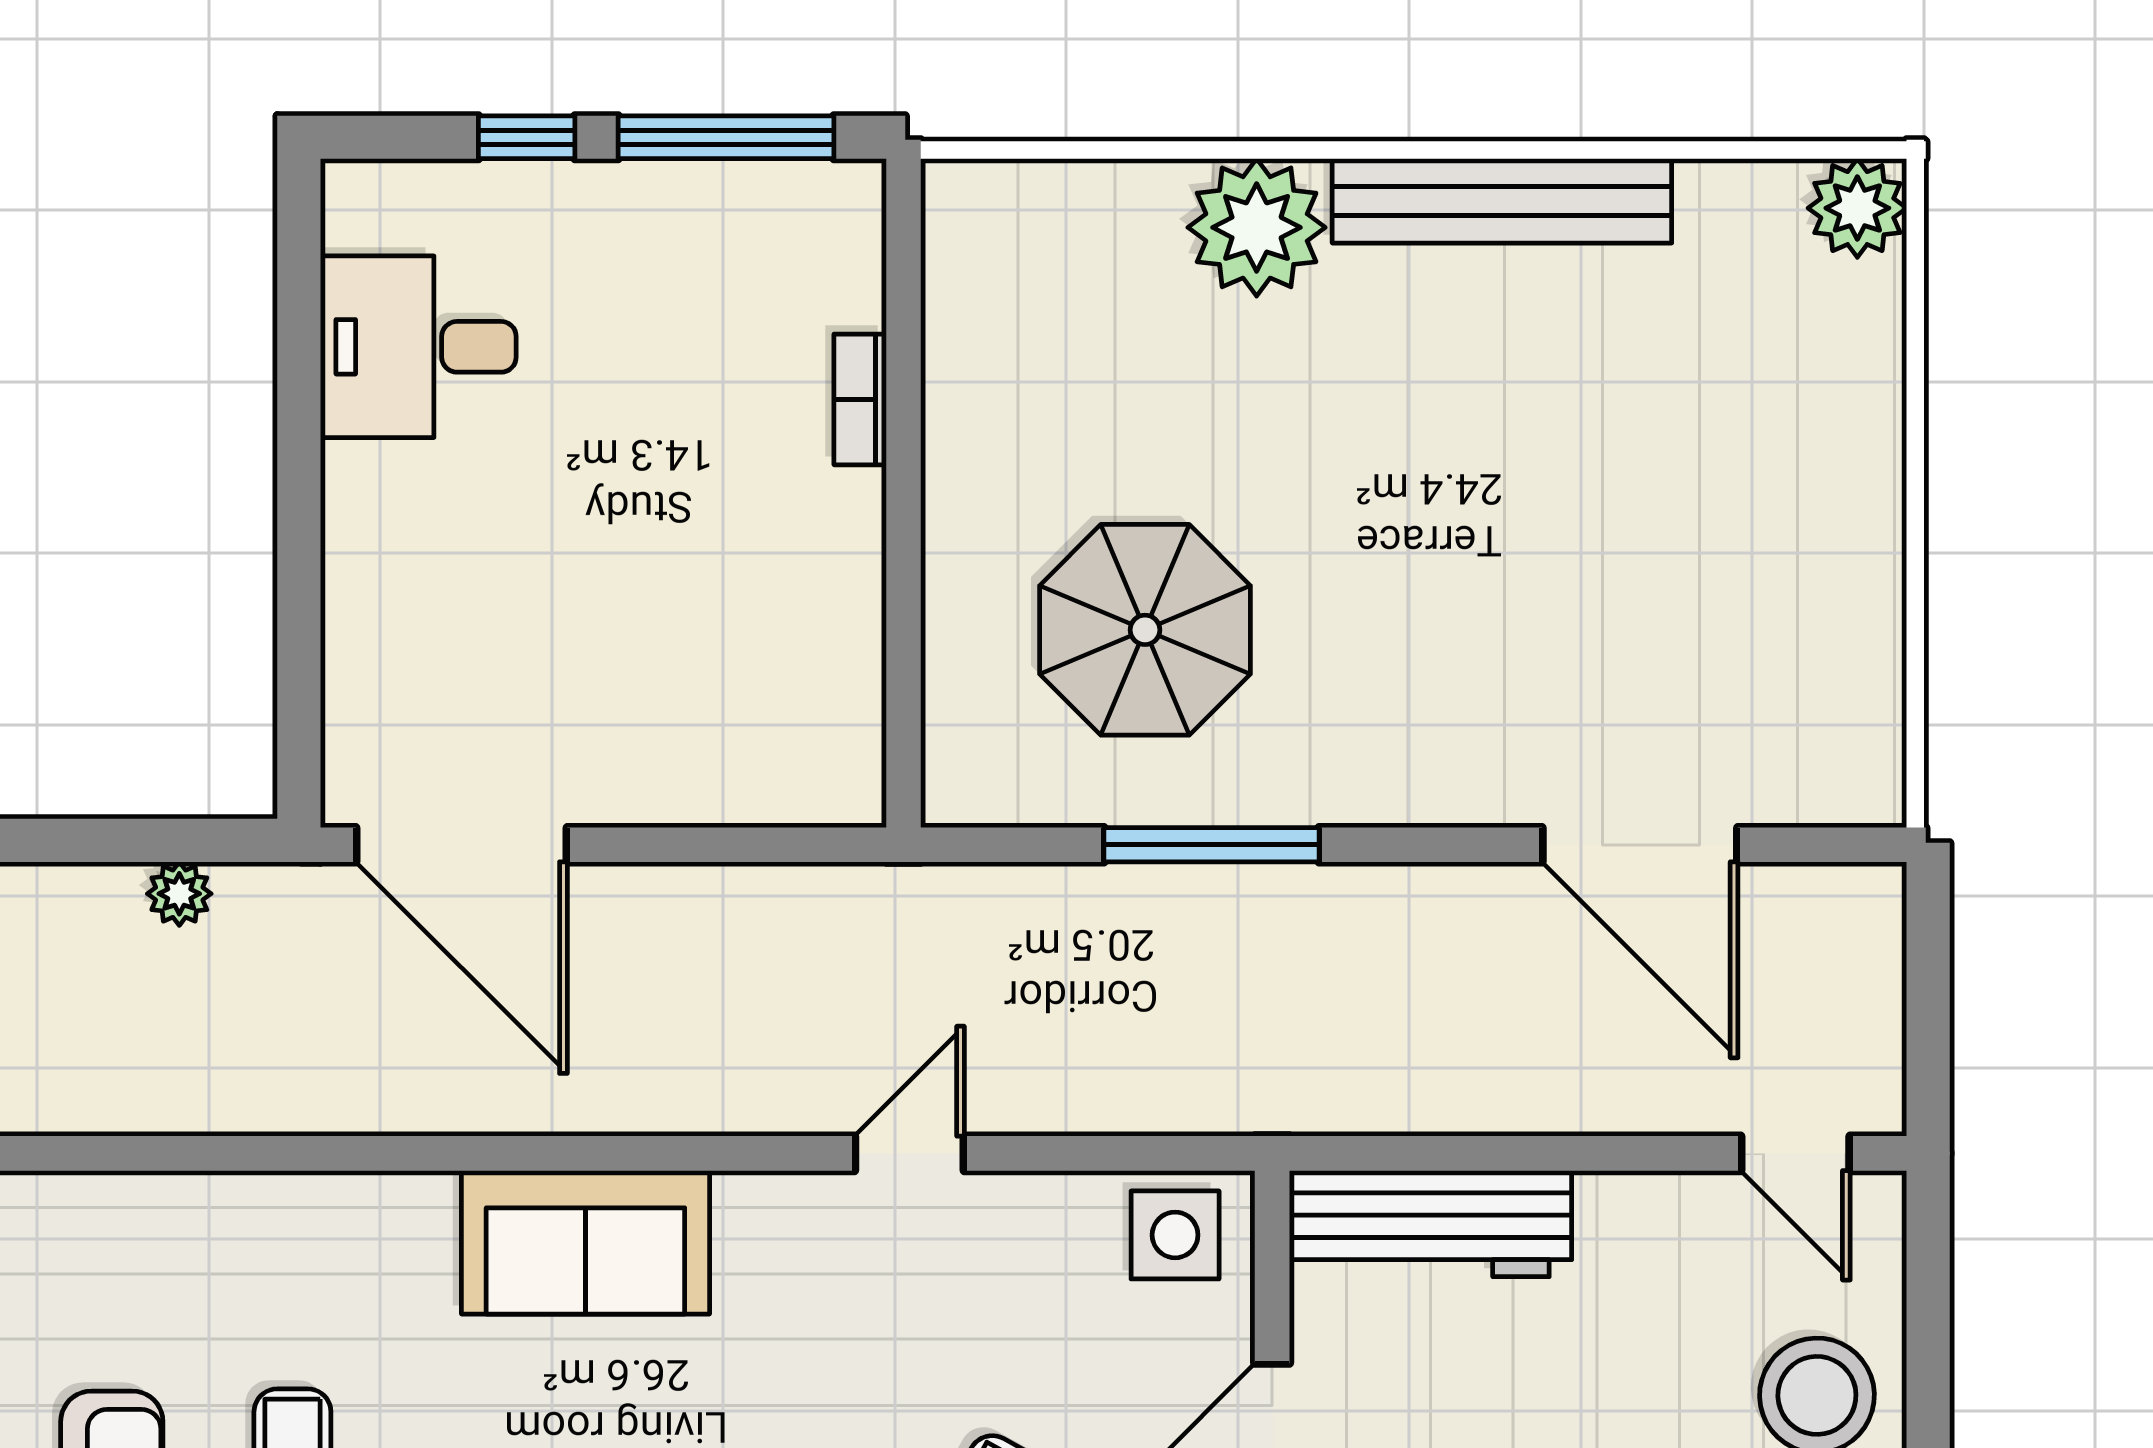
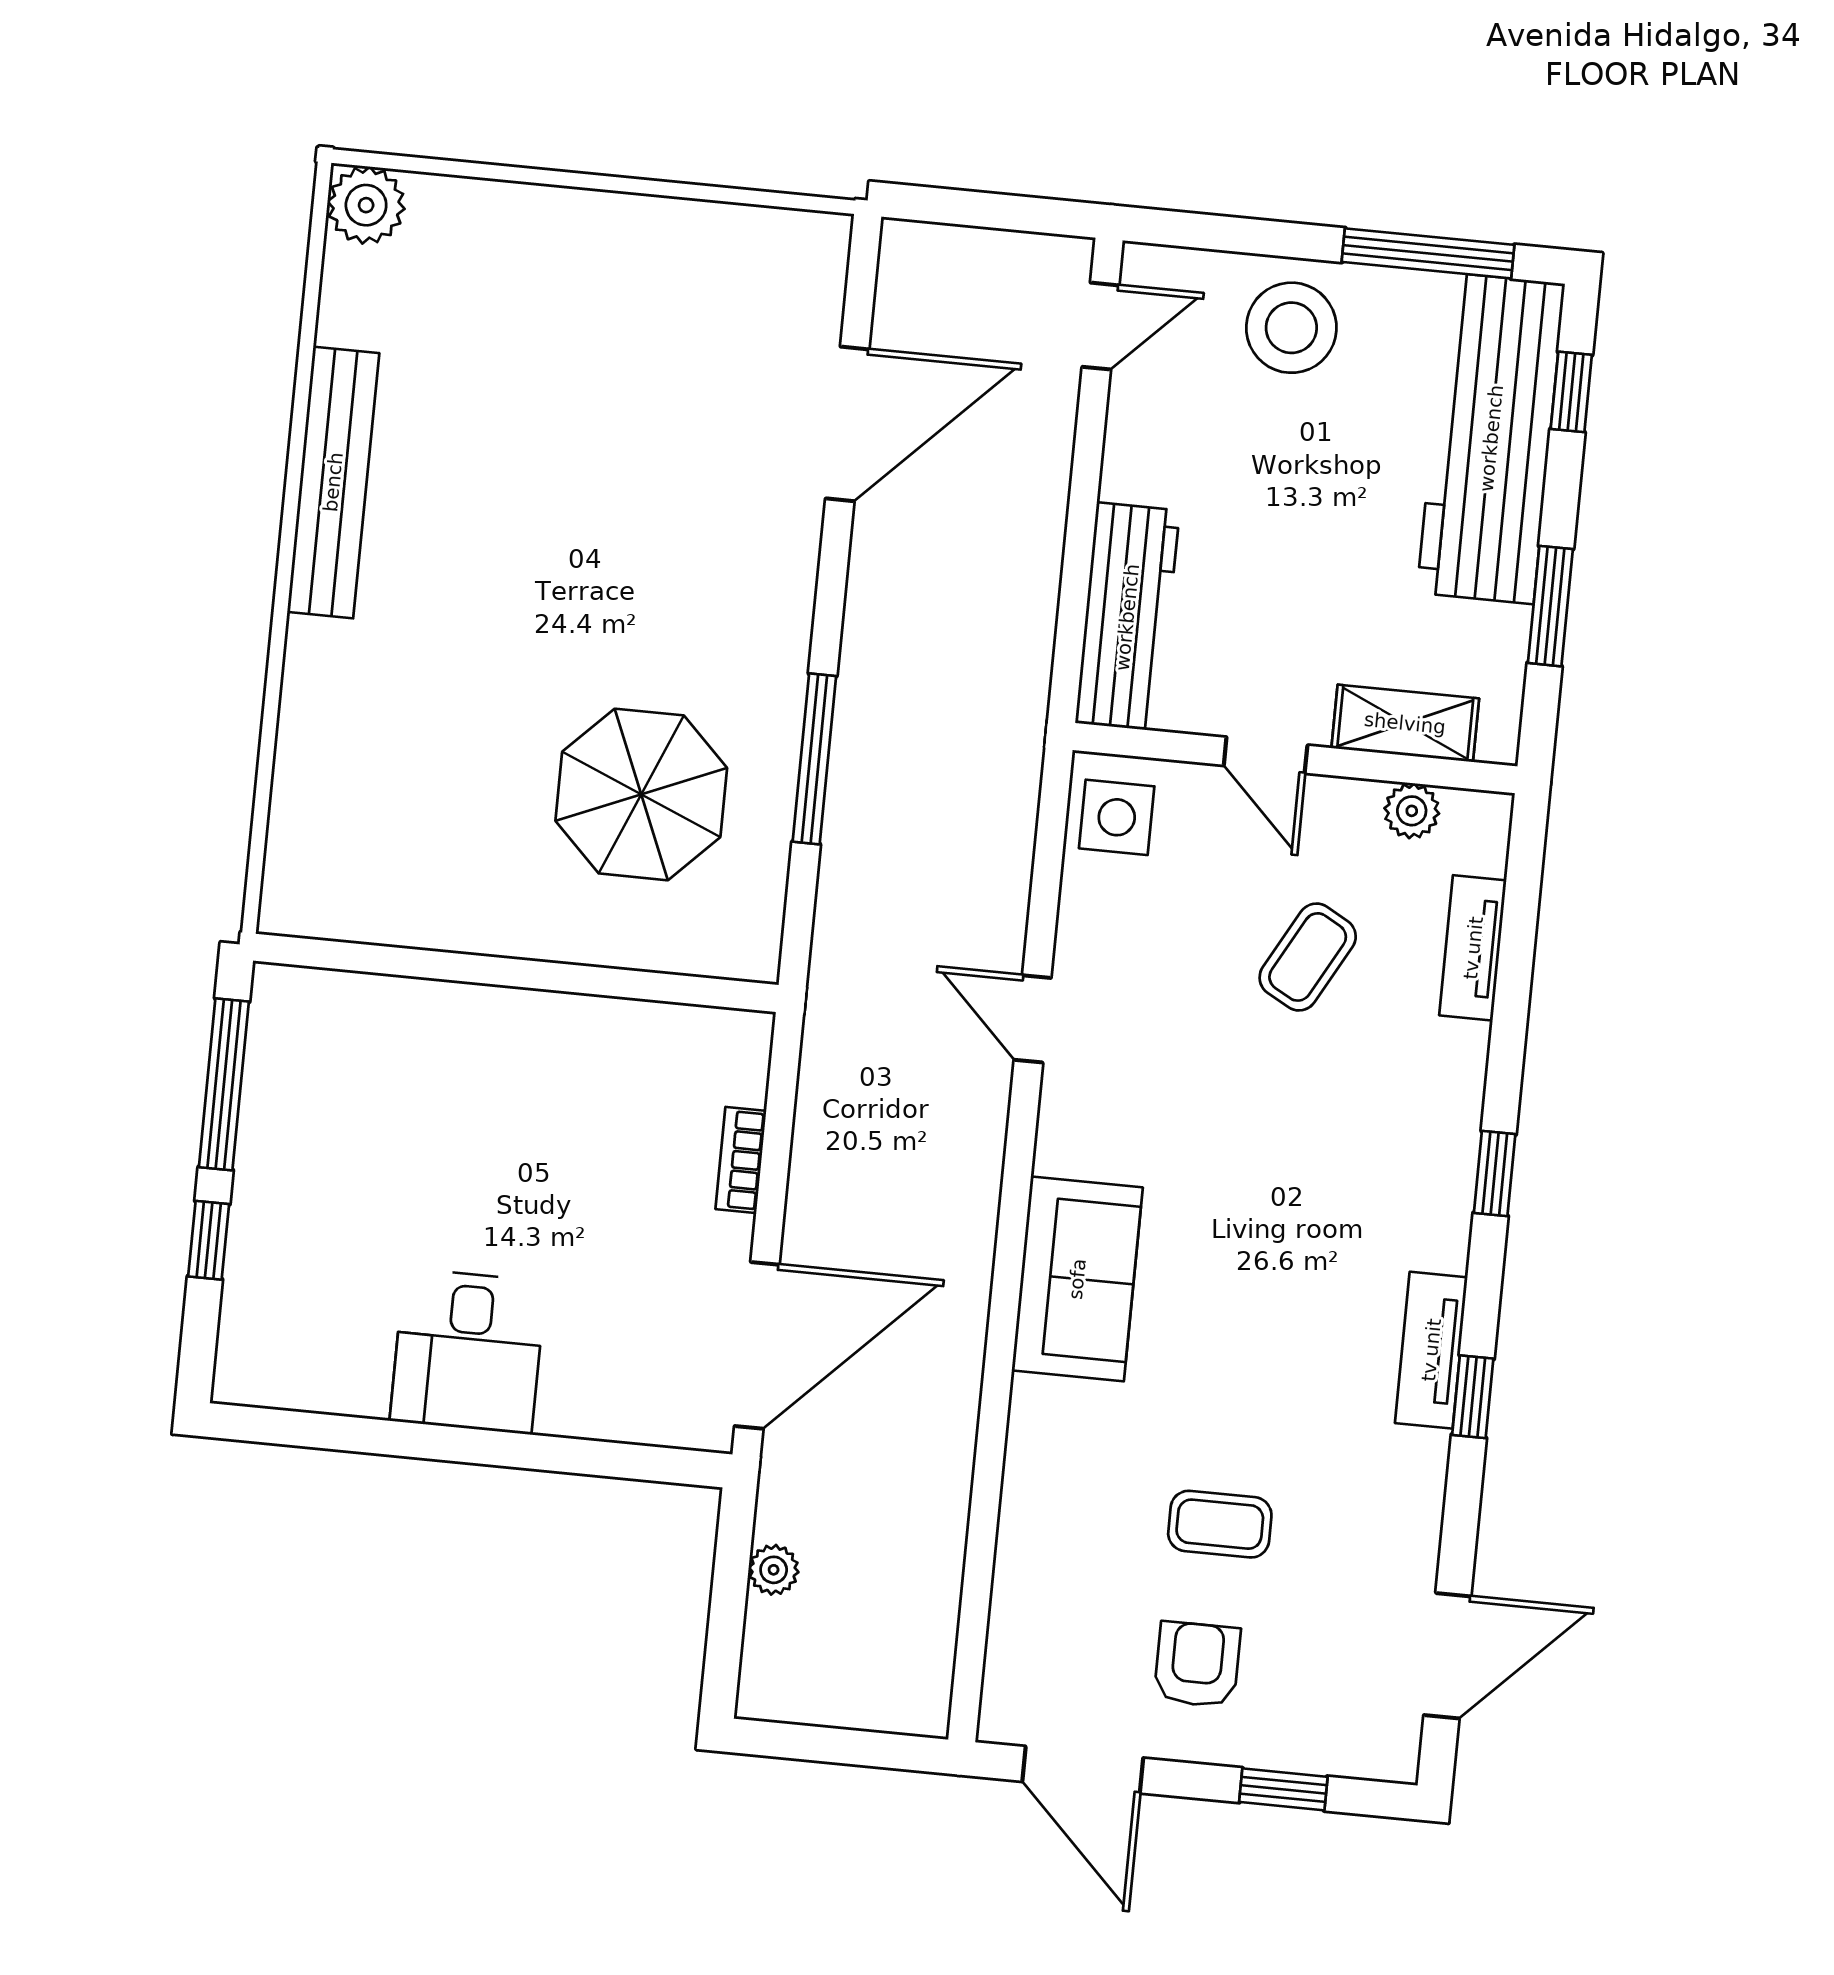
plant: (1257, 227) -> (335, 676), removed
desk: (418, 347) -> (468, 1351), moved
bookcase: (860, 399) -> (741, 1160), moved, turned 90

